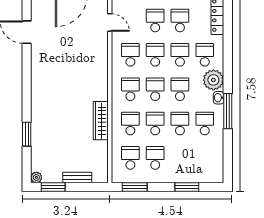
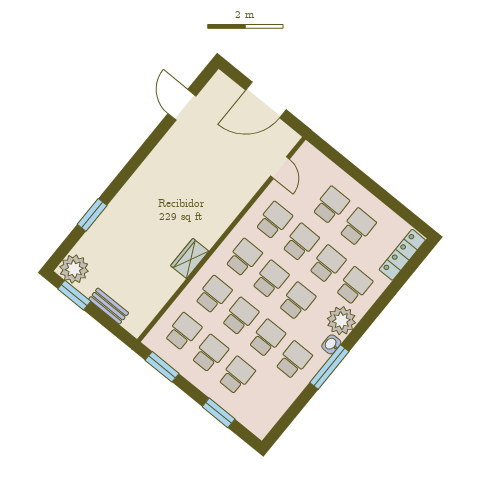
wardrobe: (101, 121) -> (190, 258), width x0.67
school desk: (180, 158) -> (237, 375), added
plant: (36, 177) -> (74, 269), width x1.87, depth x1.87

